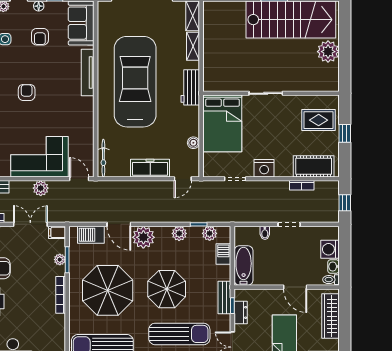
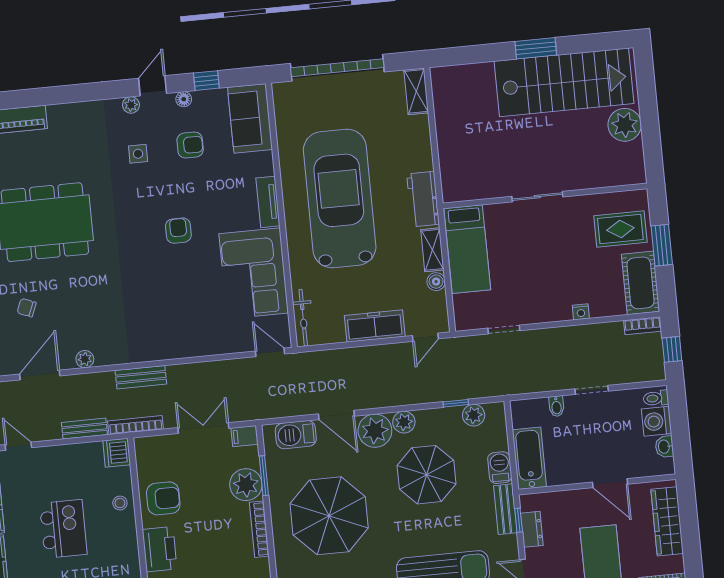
armchair: (40, 37) -> (190, 145), turned -90
shelving: (193, 46) -> (432, 250), moved
tv unit: (88, 73) -> (268, 202), width x0.71
bed: (223, 123) -> (467, 249), width x0.67
window: (345, 133) -> (662, 245), width x1.50
corner sofa: (39, 157) -> (254, 273), moved, turned -90
cot: (314, 166) -> (640, 283), moved, turned 90
nightstand: (264, 168) -> (581, 312), moved, width x0.53, depth x0.56
bookcase: (302, 185) -> (643, 326), moved
plant: (41, 188) -> (214, 372), removed
plant: (179, 233) -> (404, 422), moved
barbecue: (223, 254) -> (500, 468), moved
plant: (60, 260) -> (246, 485), width x1.88, depth x1.88
toilet: (331, 280) -> (656, 398), moved
parasol: (167, 289) -> (427, 475), moved

